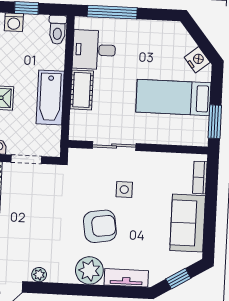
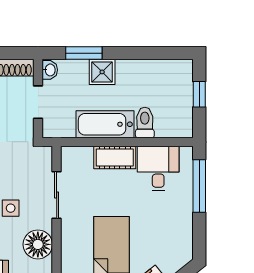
washing machine: (14, 22) -> (183, 82), removed
toilet: (57, 30) -> (145, 122), moved, turned 90
floor lamp: (159, 166) -> (38, 244), added

